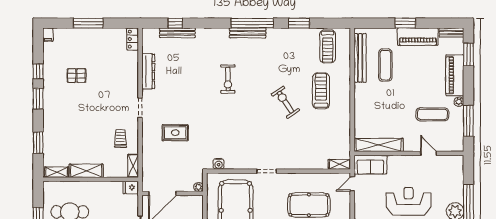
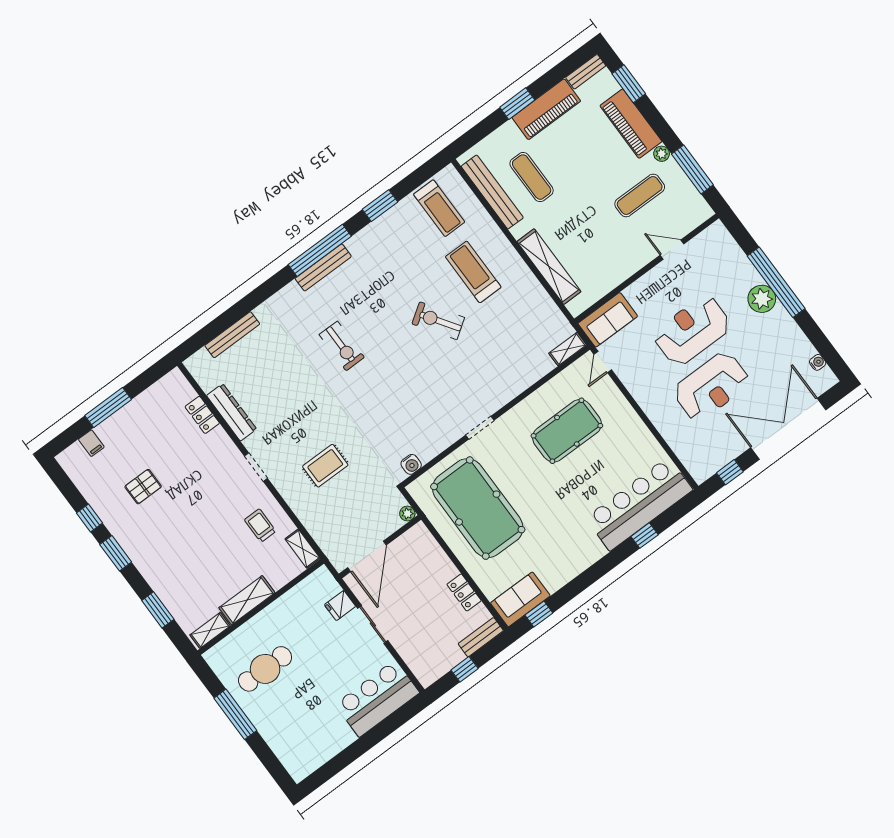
window: (175, 23) -> (220, 324), removed
filing cabinet: (48, 35) -> (91, 443), moved
locker: (133, 39) -> (202, 415), moved
shelving: (379, 145) -> (549, 267), moved, turned 90
fridge: (131, 187) -> (340, 606), moved

